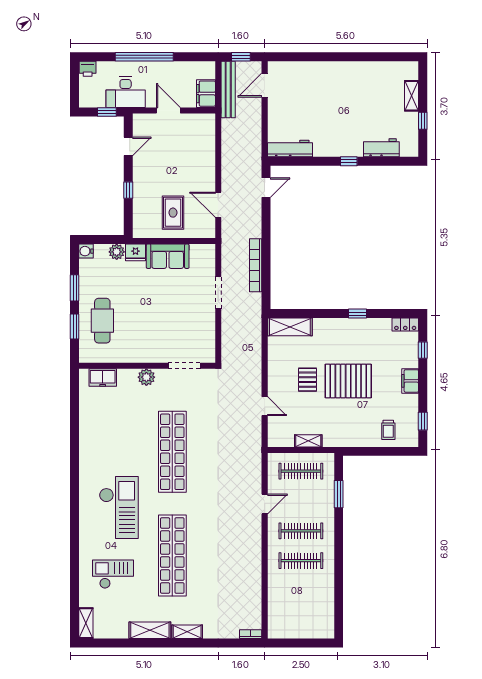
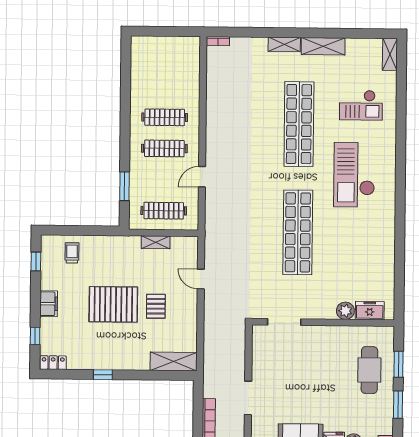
plant: (146, 377) -> (345, 311), moved

